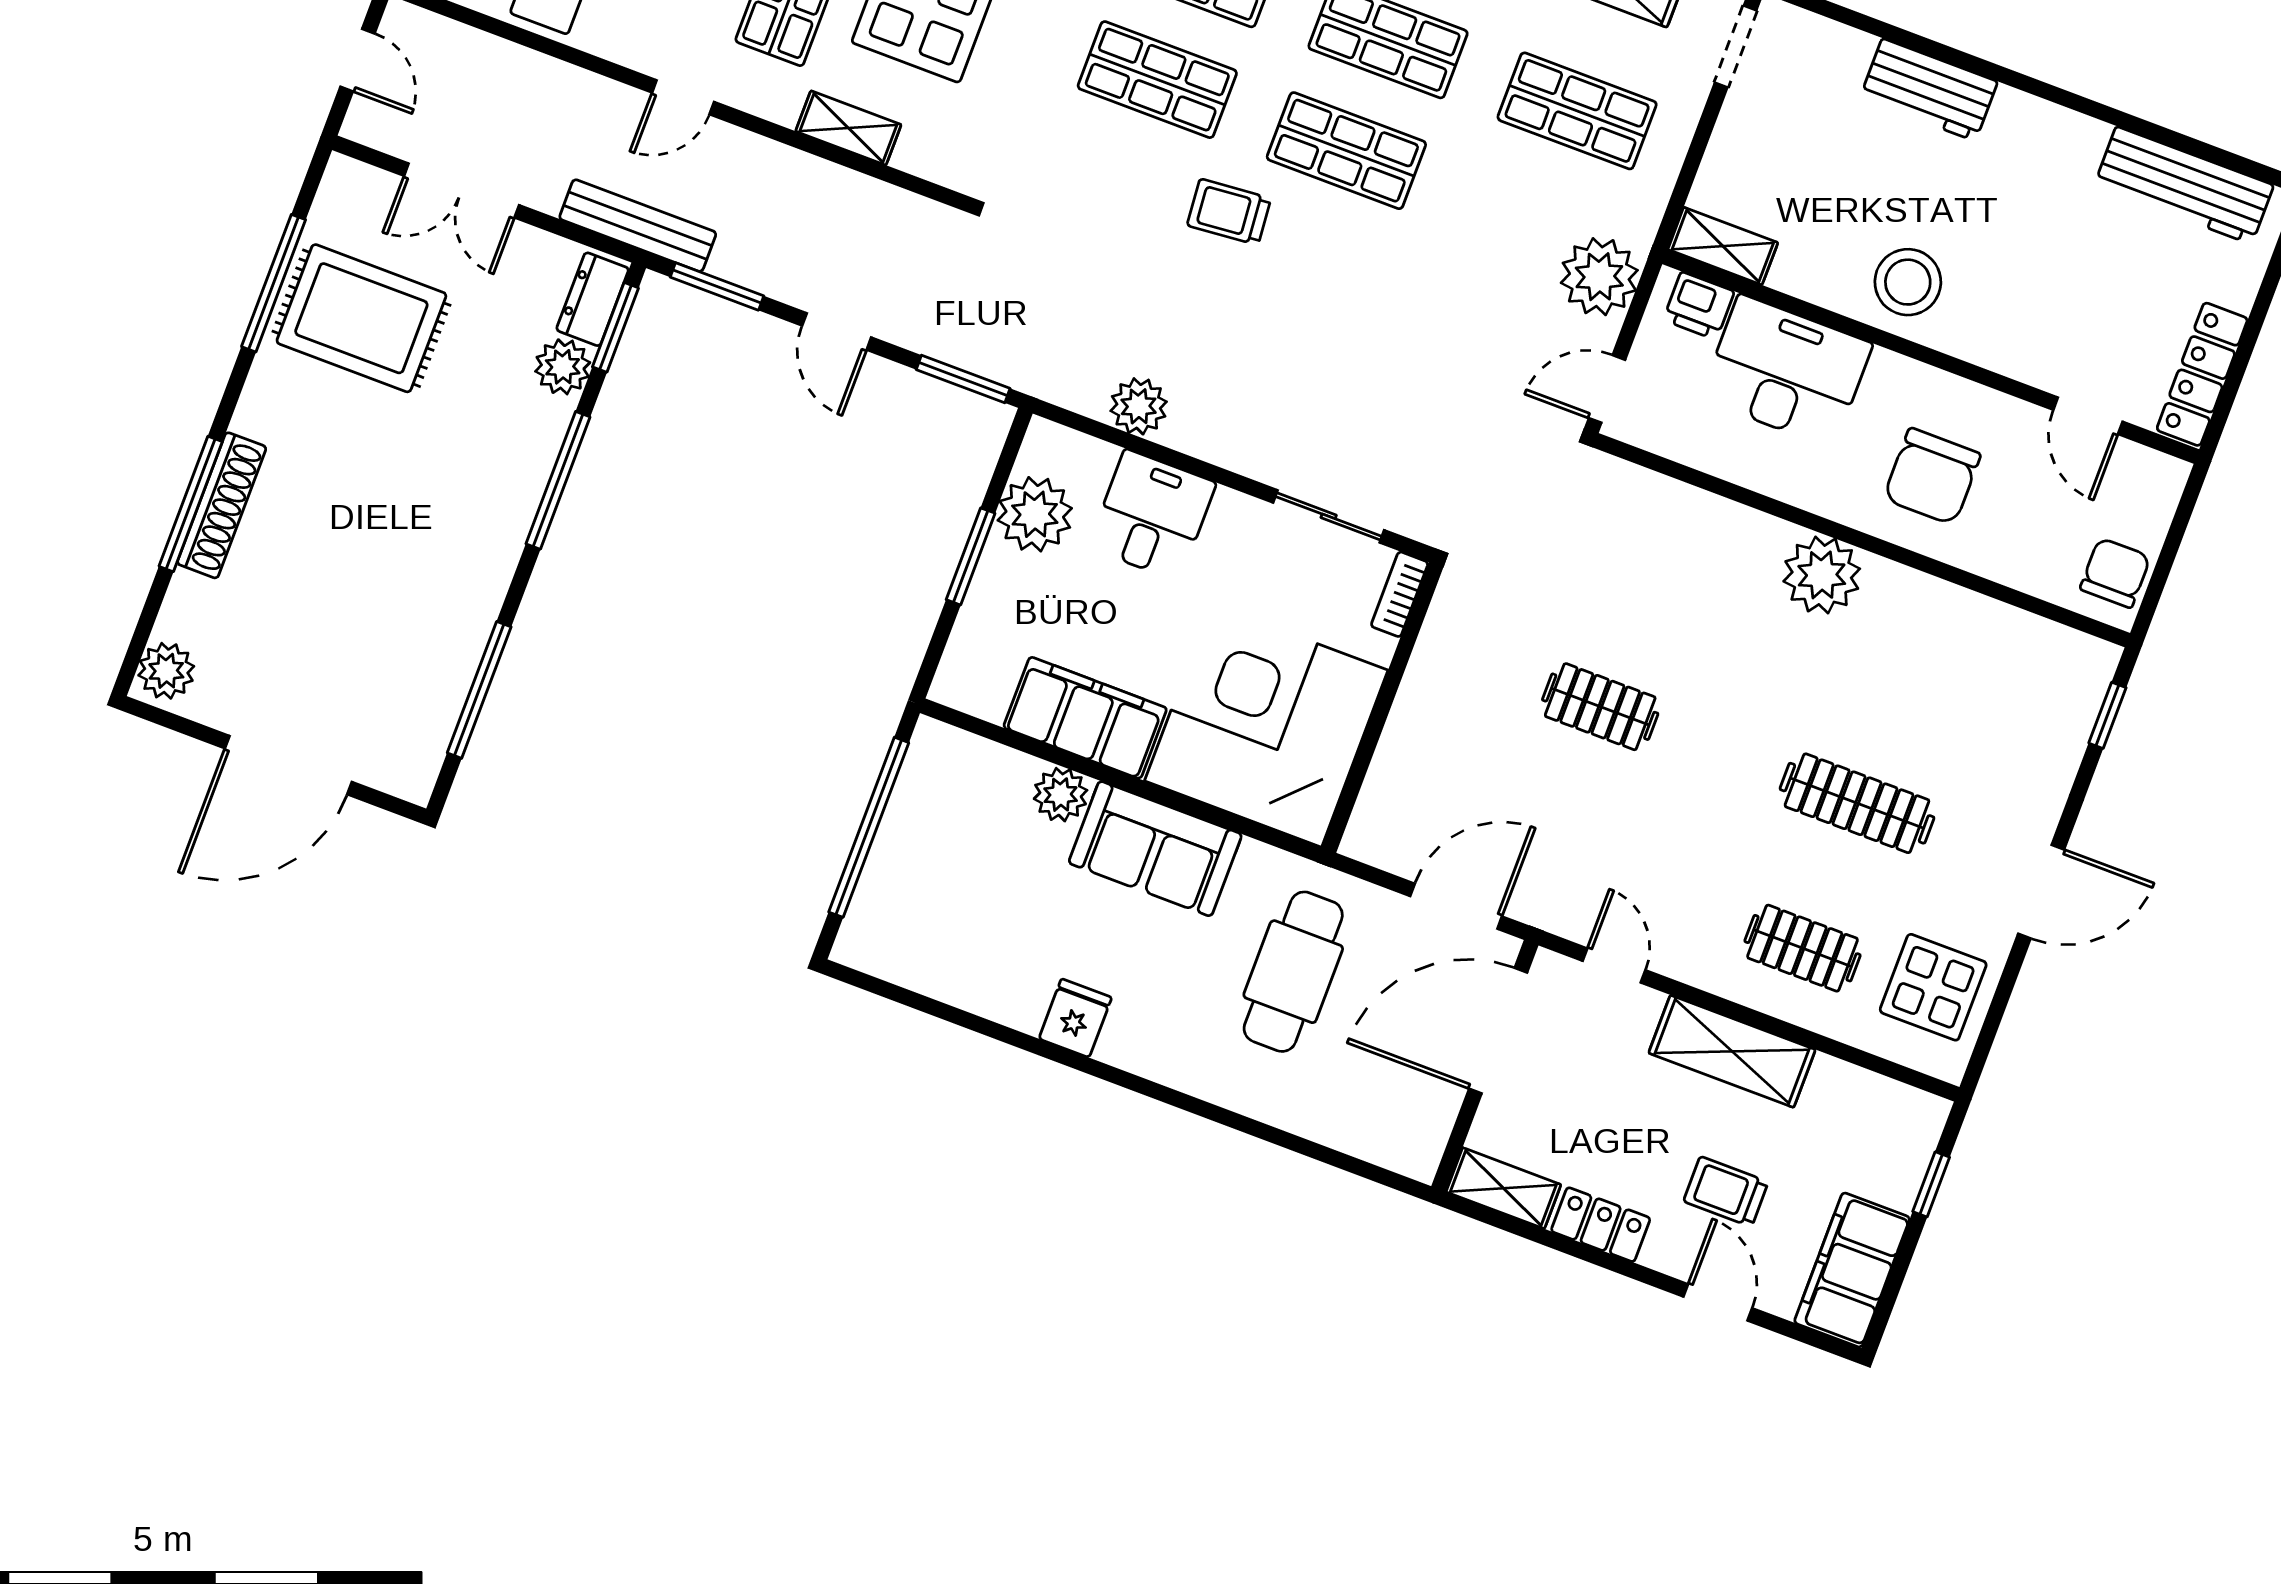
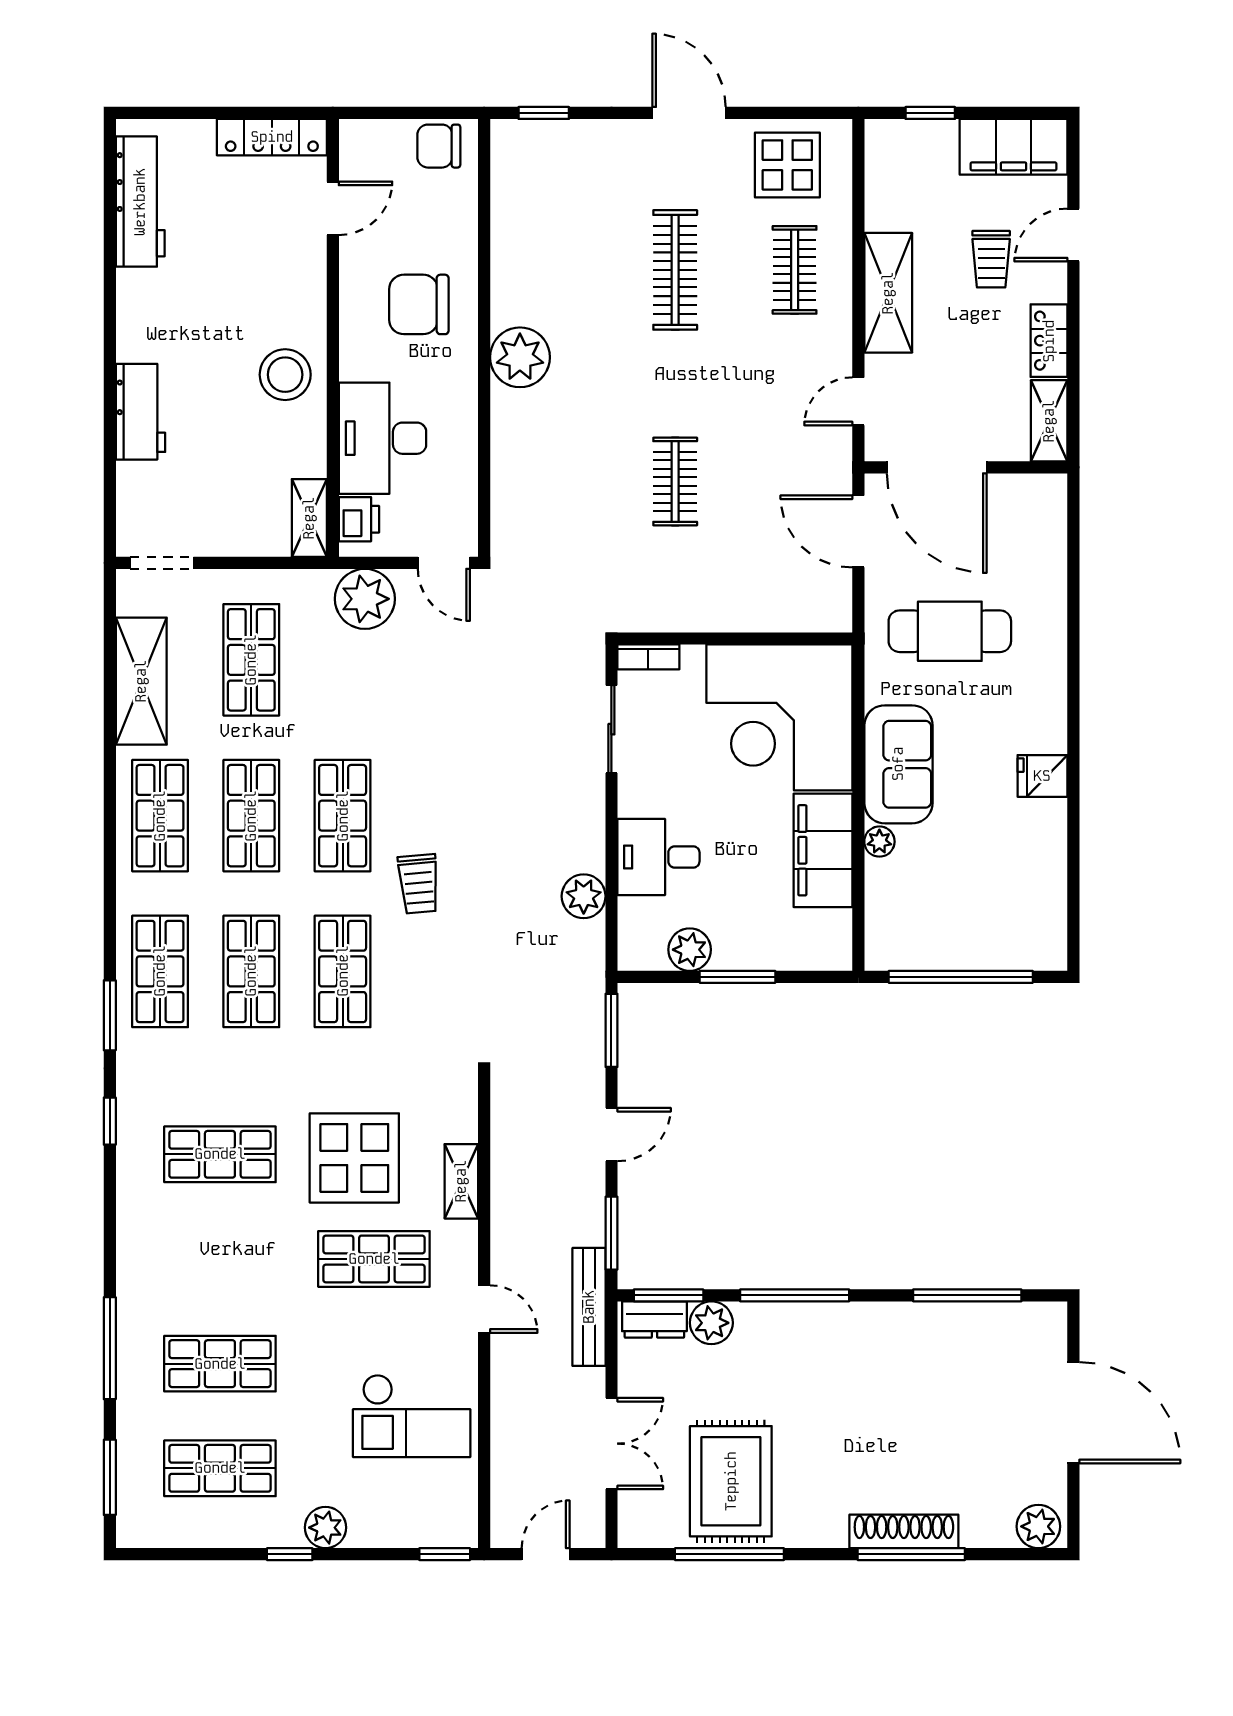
chair: (1932, 476) -> (419, 304), turned 180
plant: (1035, 514) -> (690, 950), width x0.73, depth x0.73
plant: (1061, 795) -> (879, 842), width x0.73, depth x0.73

